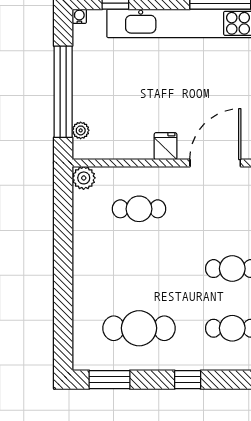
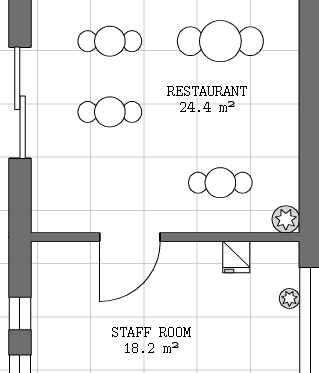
plant: (81, 130) -> (289, 298), moved
fridge: (166, 146) -> (236, 257), moved

